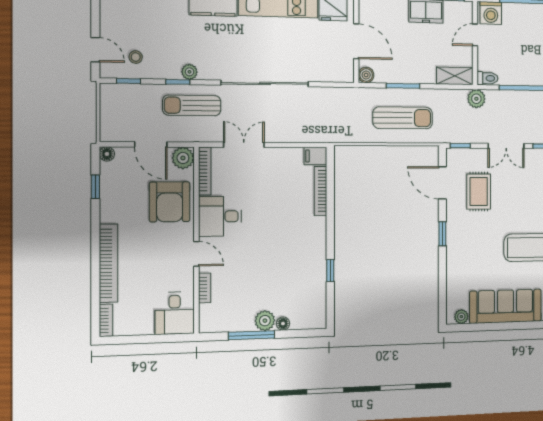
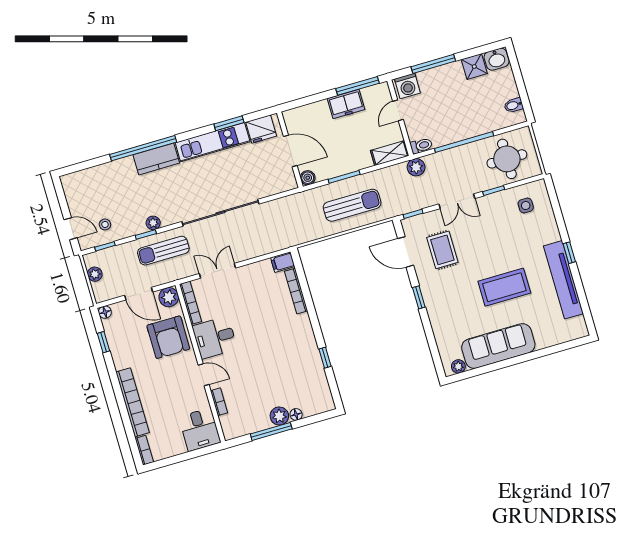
plant: (108, 108) -> (95, 274), added

